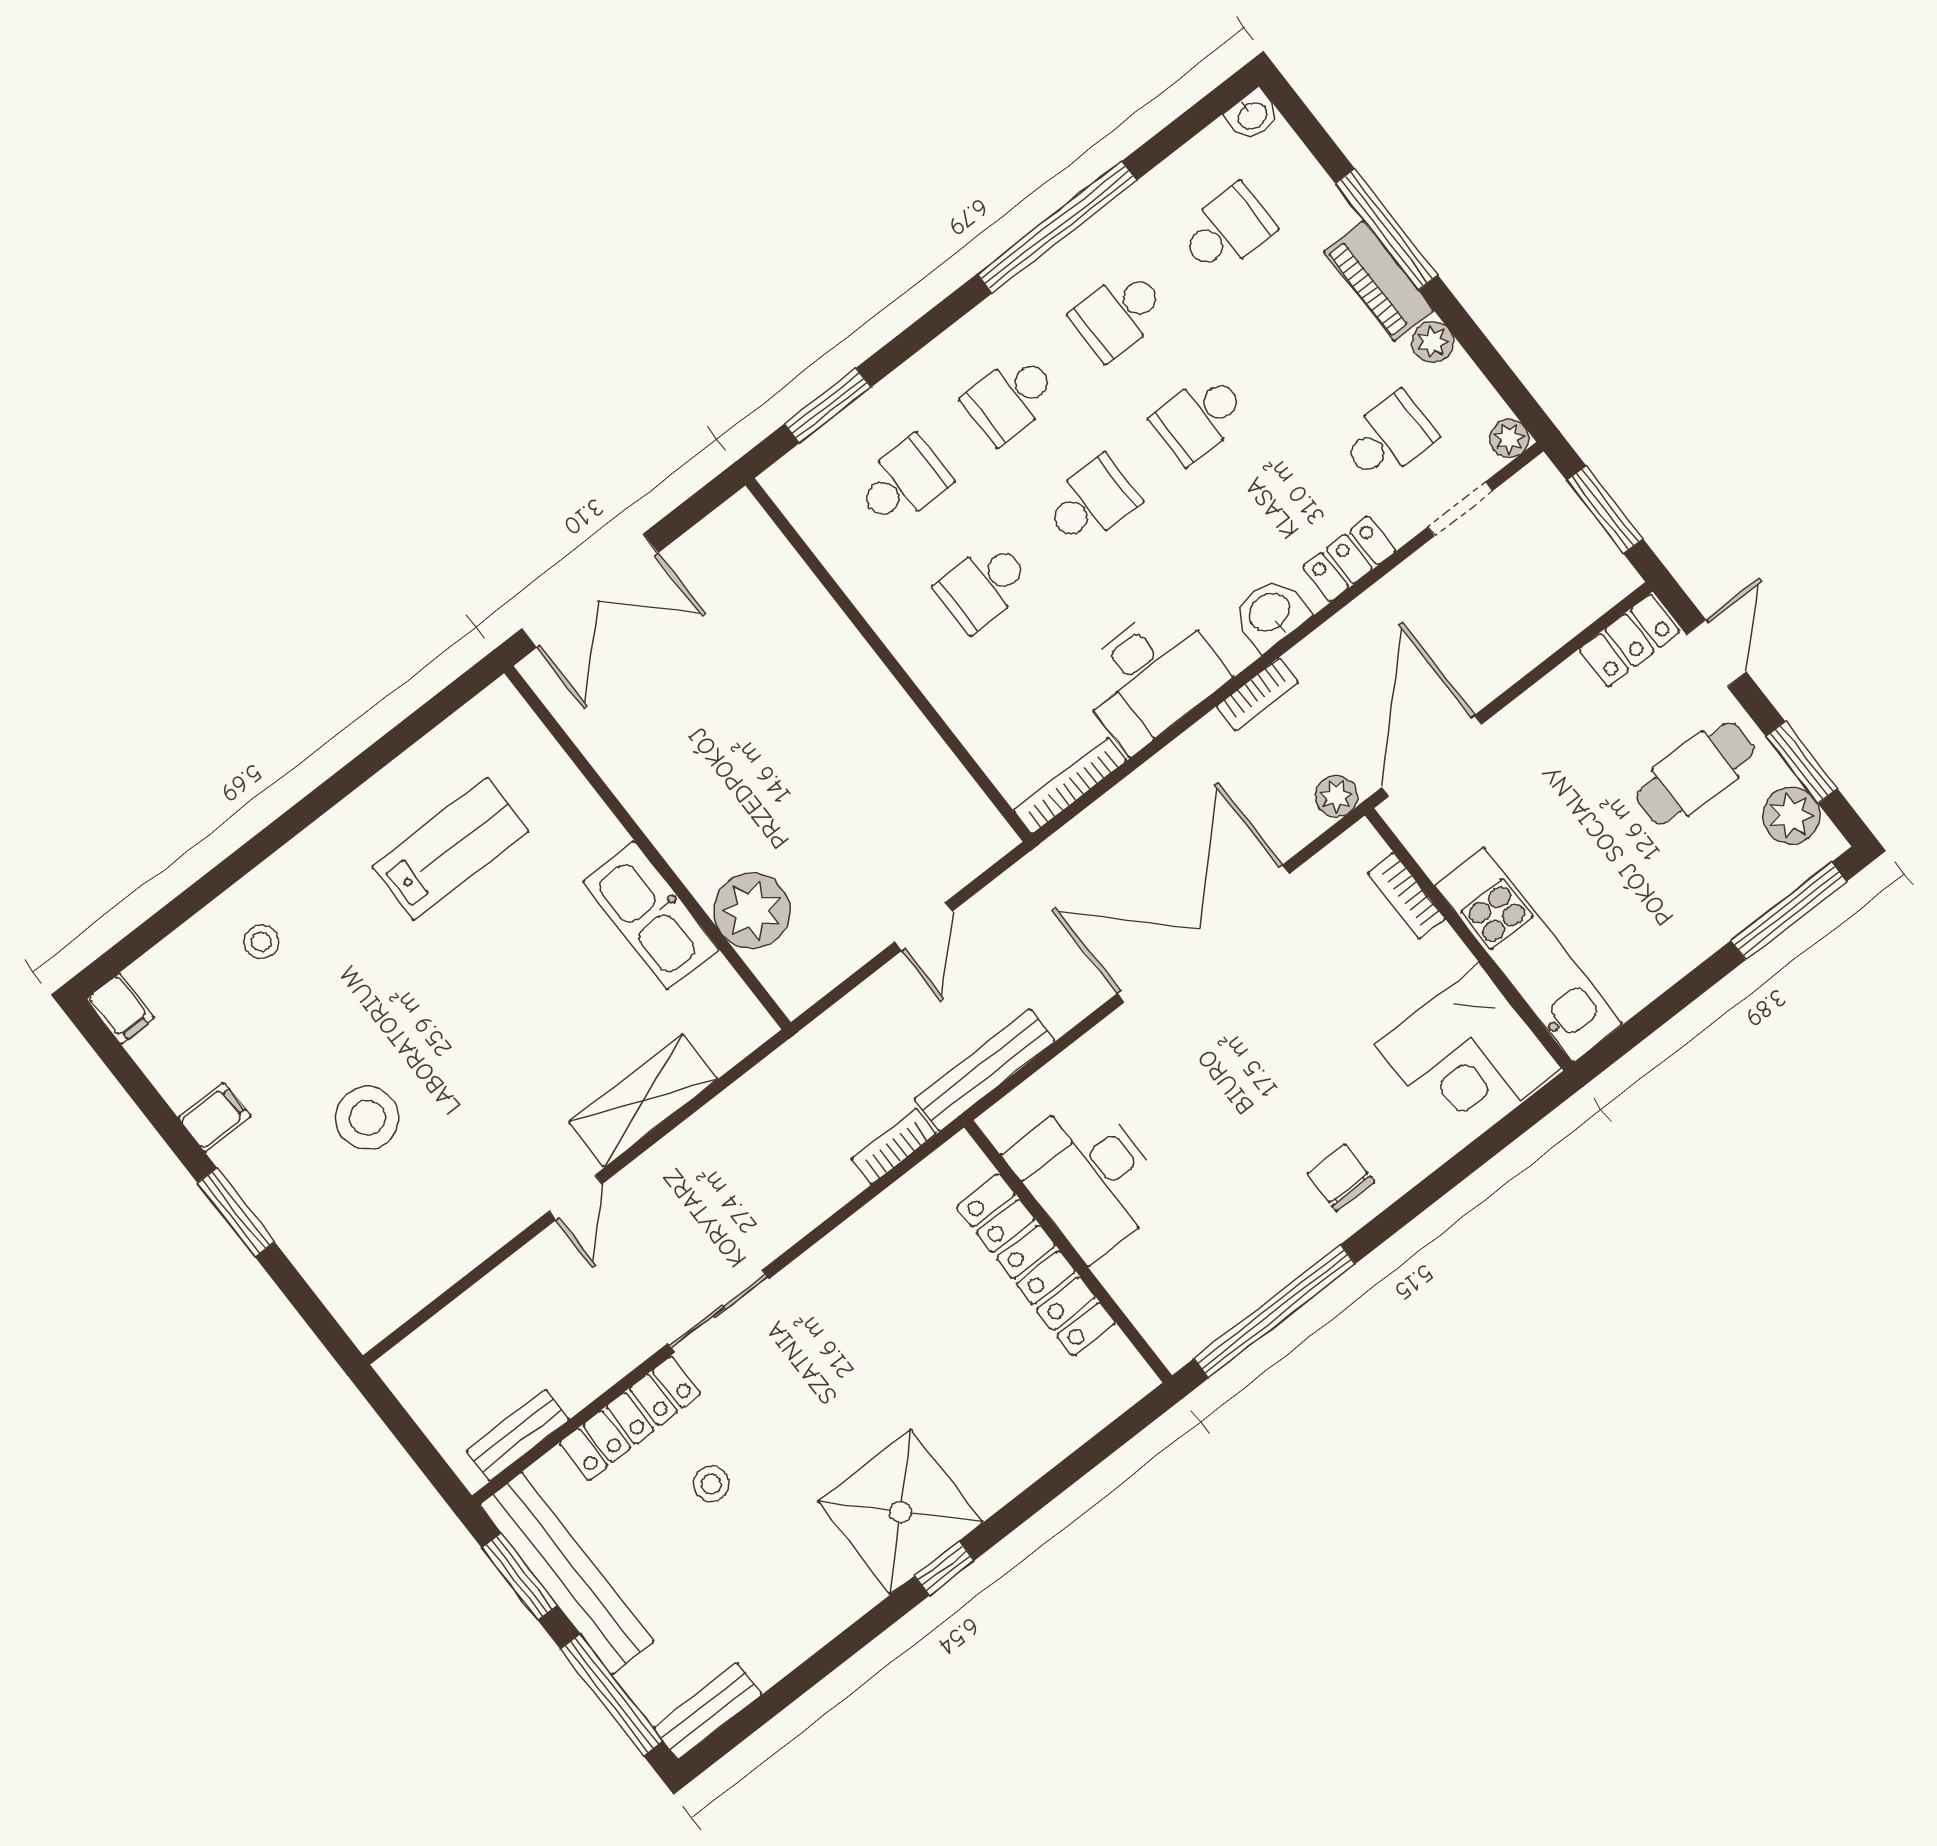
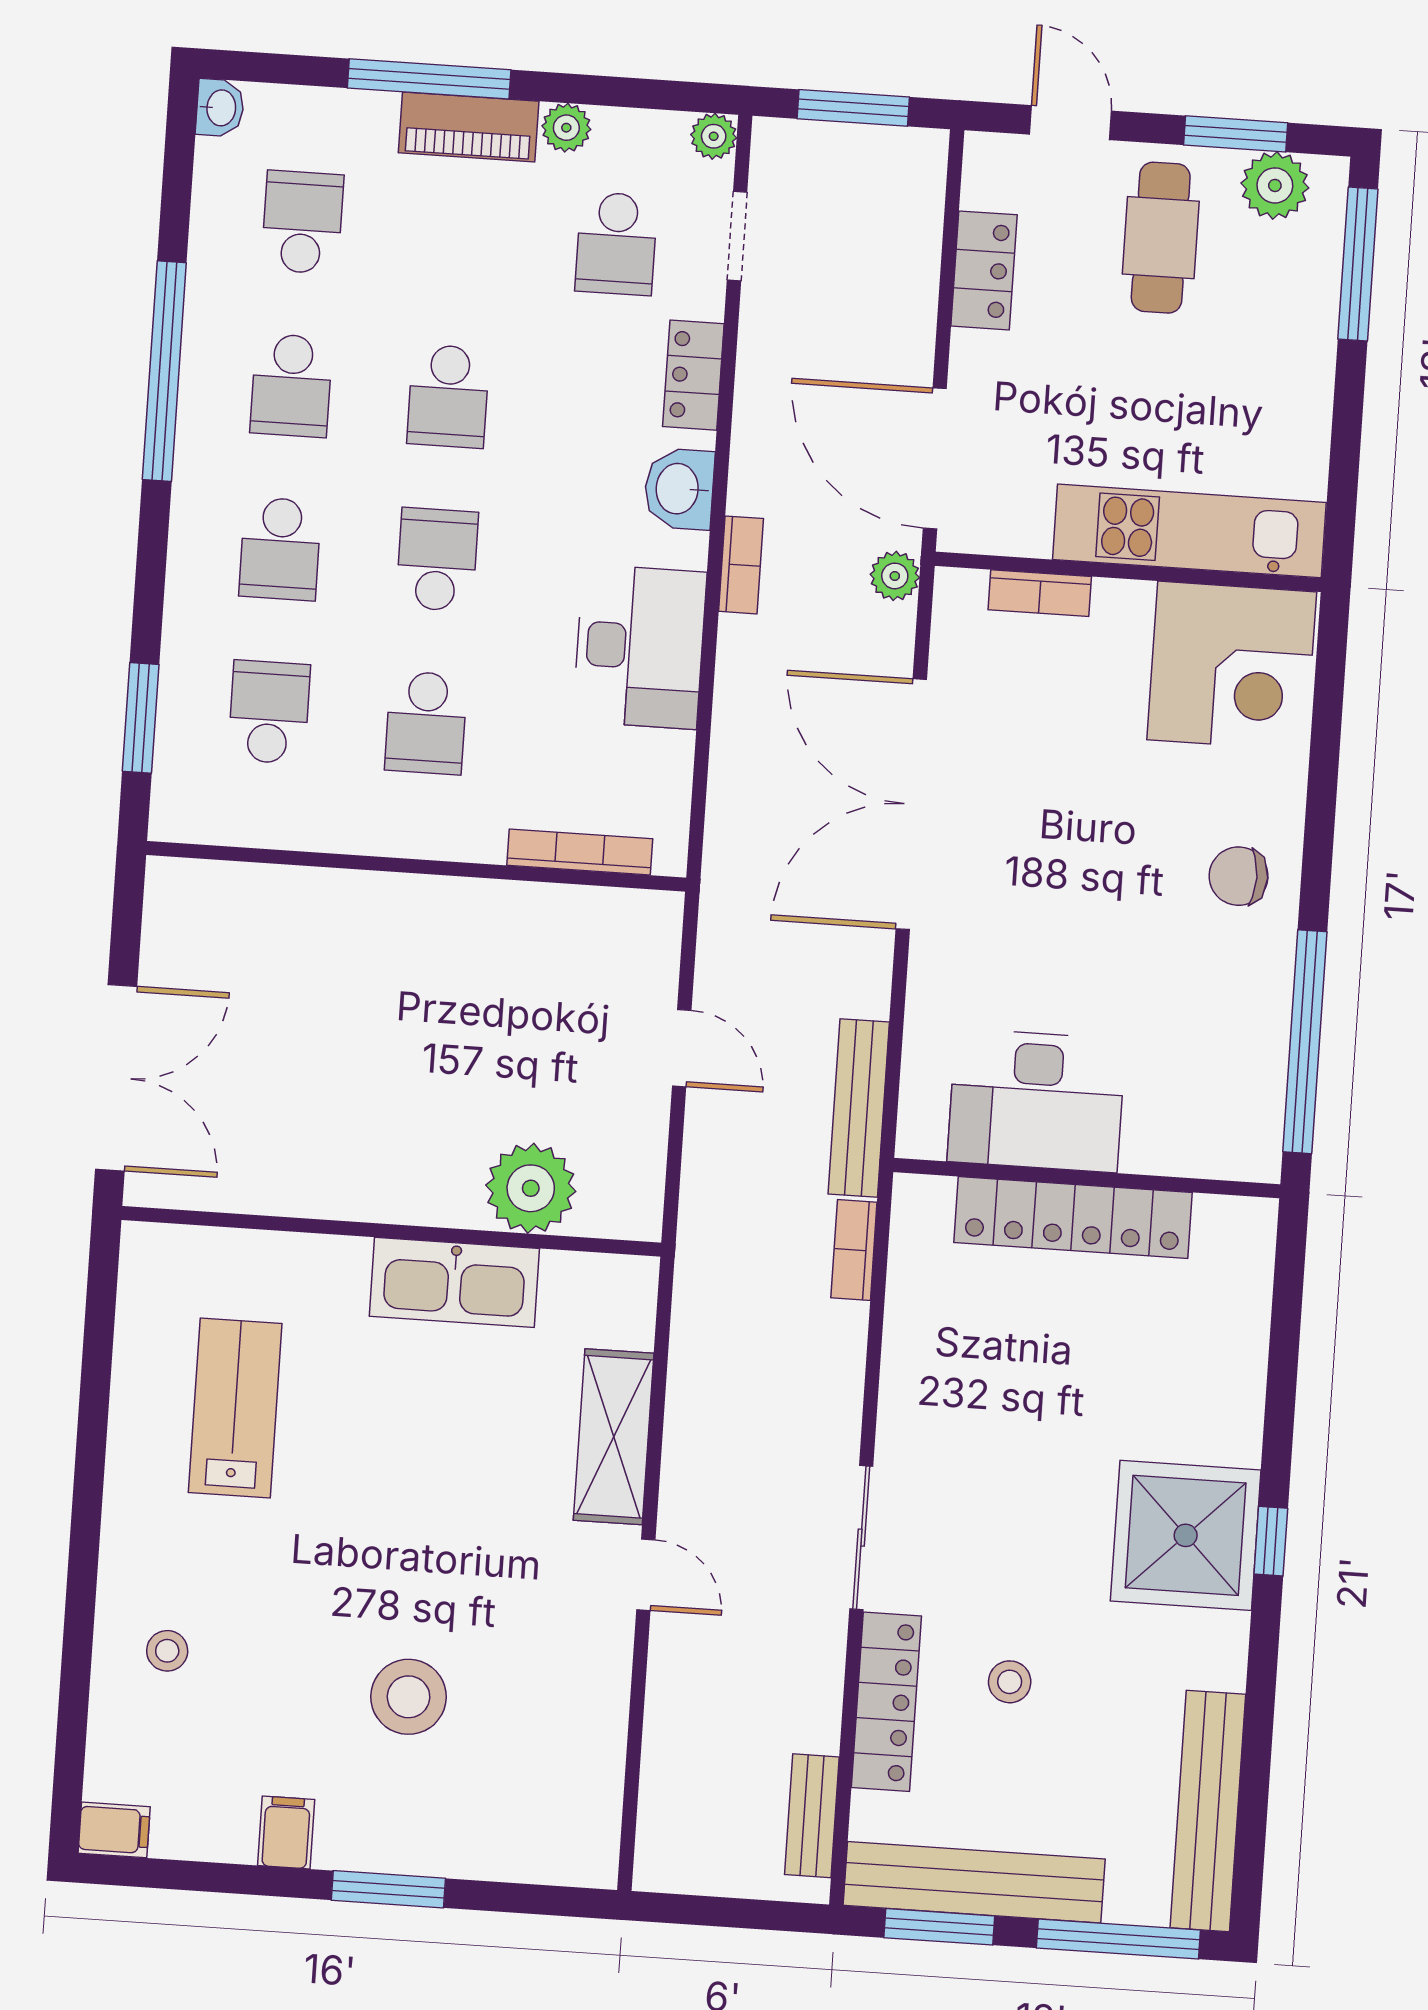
school desk: (1388, 438) -> (616, 244), turned 180
locker: (1630, 640) -> (984, 270), moved
bookcase: (1070, 785) -> (580, 852), moved, turned 90
bench: (708, 1711) -> (1208, 1811), width x1.86, depth x1.21

